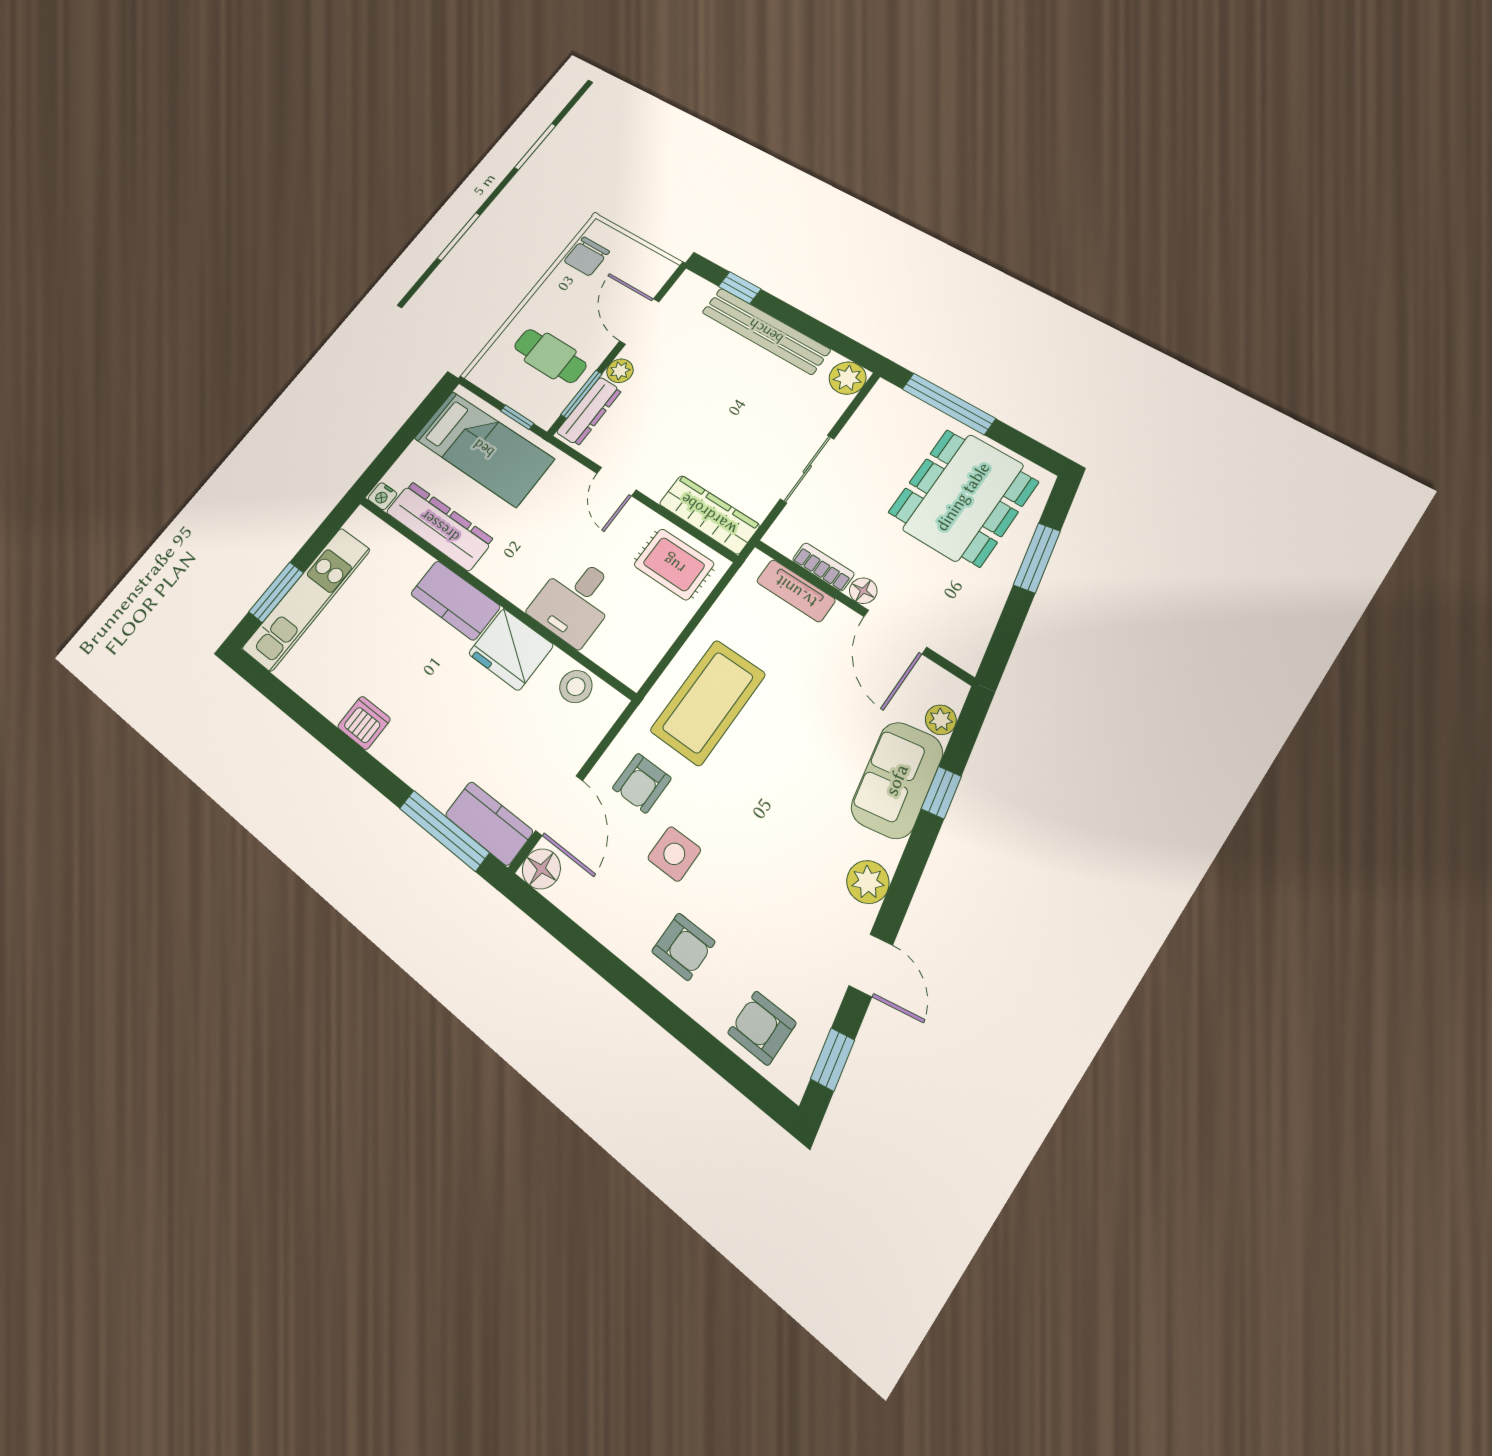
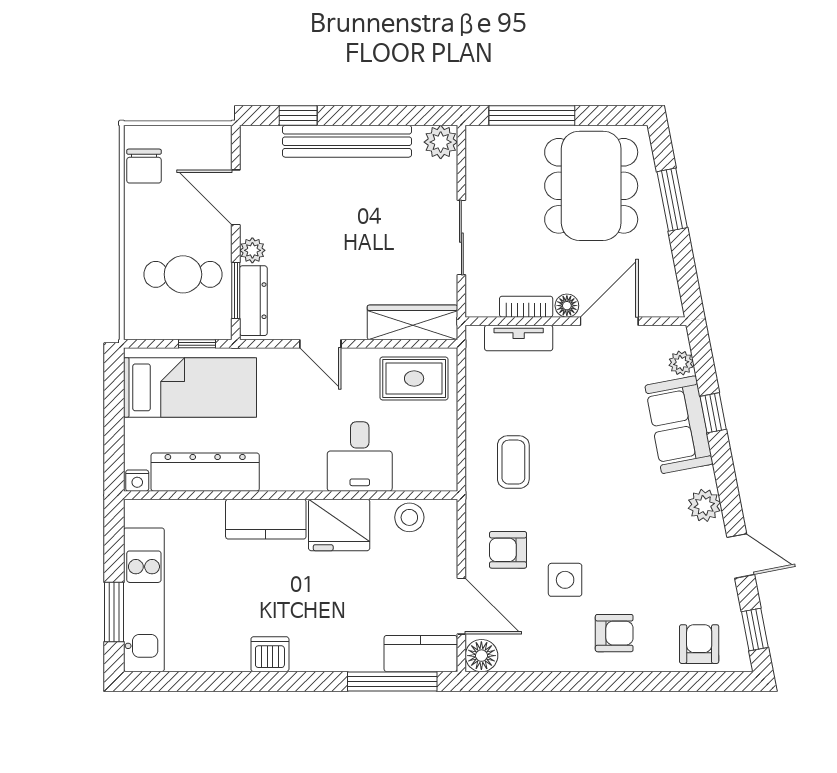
door: (895, 632) -> (609, 321), swing flipped
coffee table: (708, 702) -> (513, 462), width x0.54, depth x0.58
armchair: (642, 783) -> (508, 550), turned 90
armchair: (762, 1028) -> (699, 644), turned 90

